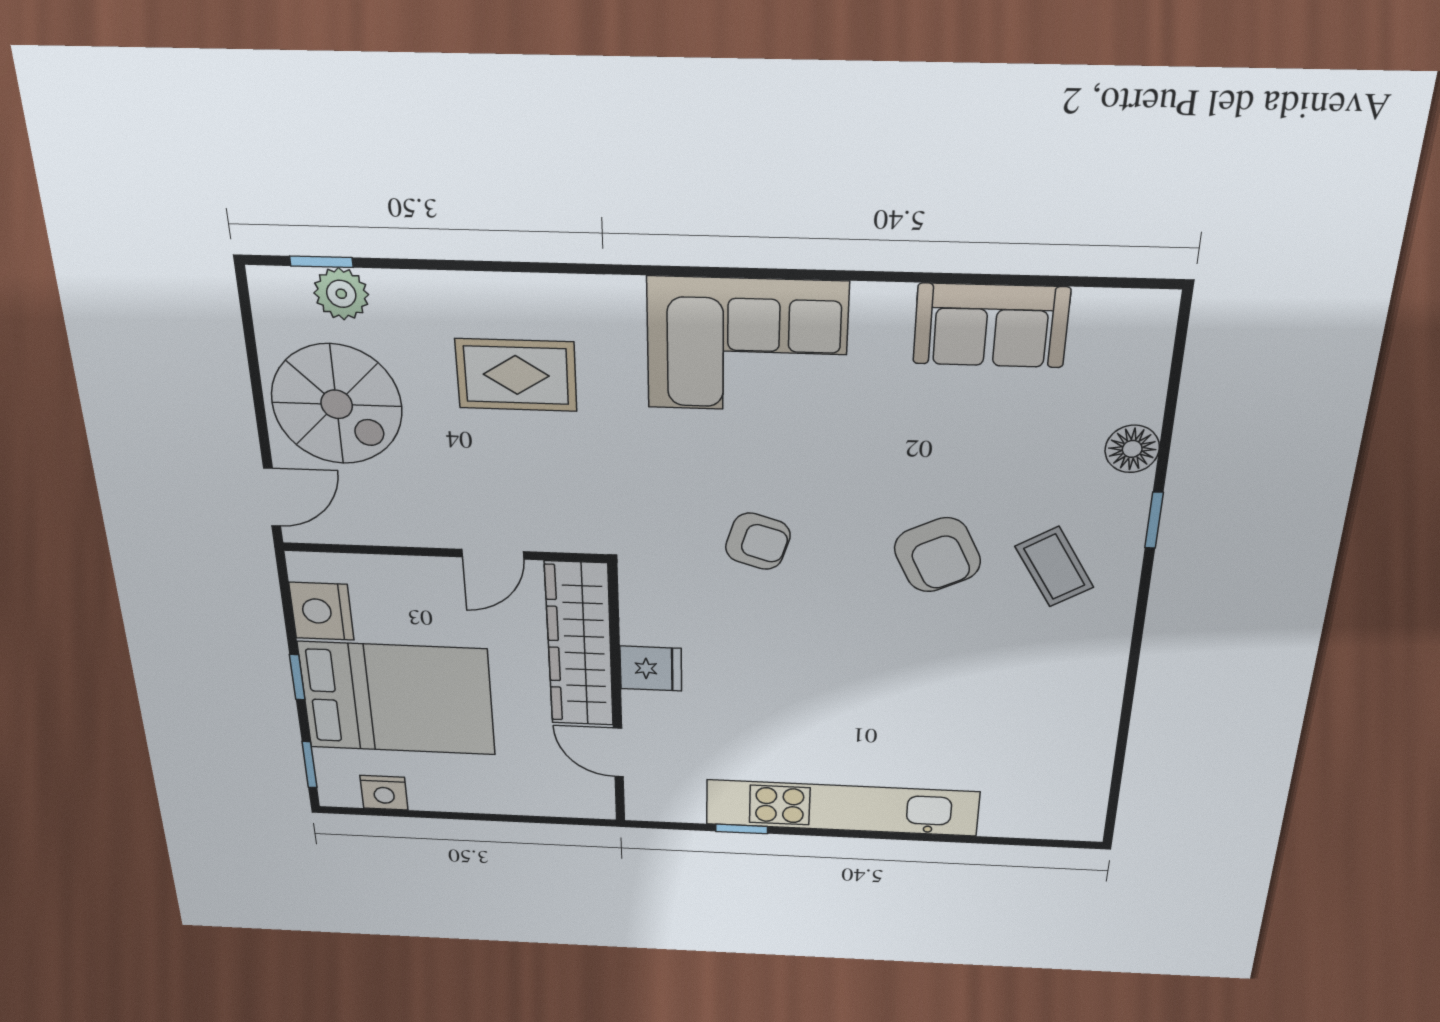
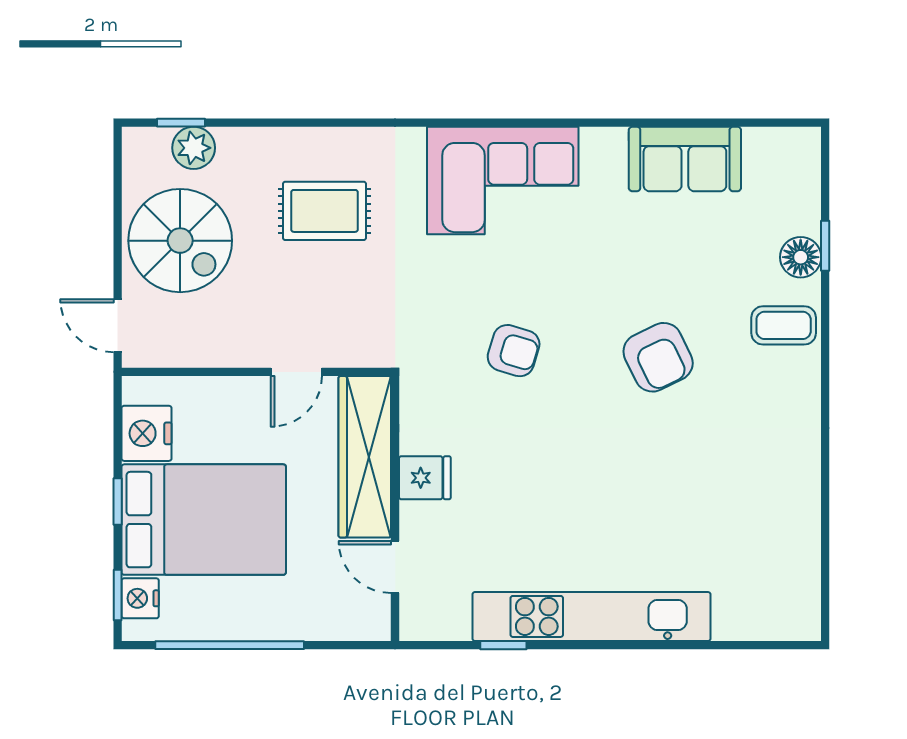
door: (272, 497) -> (118, 326), swing flipped
window: (1154, 520) -> (825, 246), moved
coffee table: (1054, 567) -> (784, 325), moved, turned -59
nightstand: (384, 793) -> (140, 598), moved, turned 90
window: (438, 815) -> (230, 645), added

